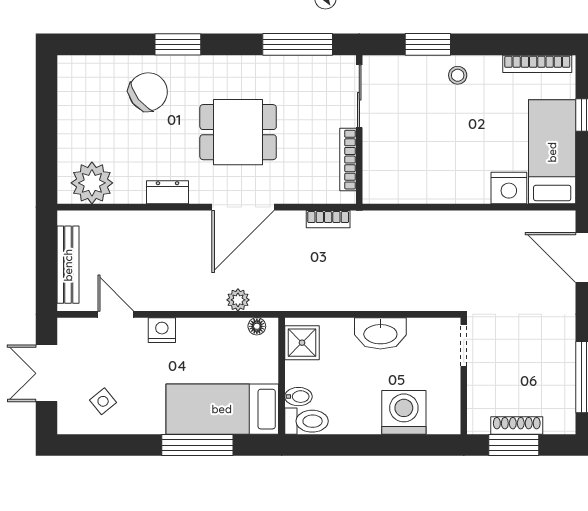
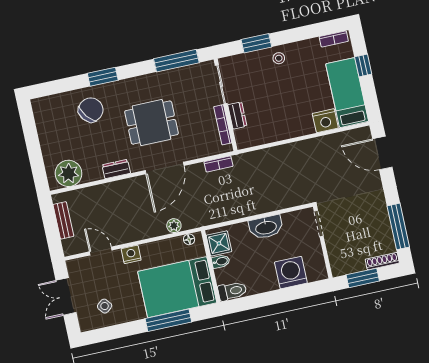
bookcase: (537, 64) -> (334, 39), width x0.64
dresser: (374, 150) -> (237, 115), added
bench: (68, 265) -> (63, 220), width x0.73
bidet: (298, 397) -> (221, 261), moved
bed: (222, 409) -> (177, 287), width x1.50
shoe rack: (517, 425) -> (382, 261), moved

